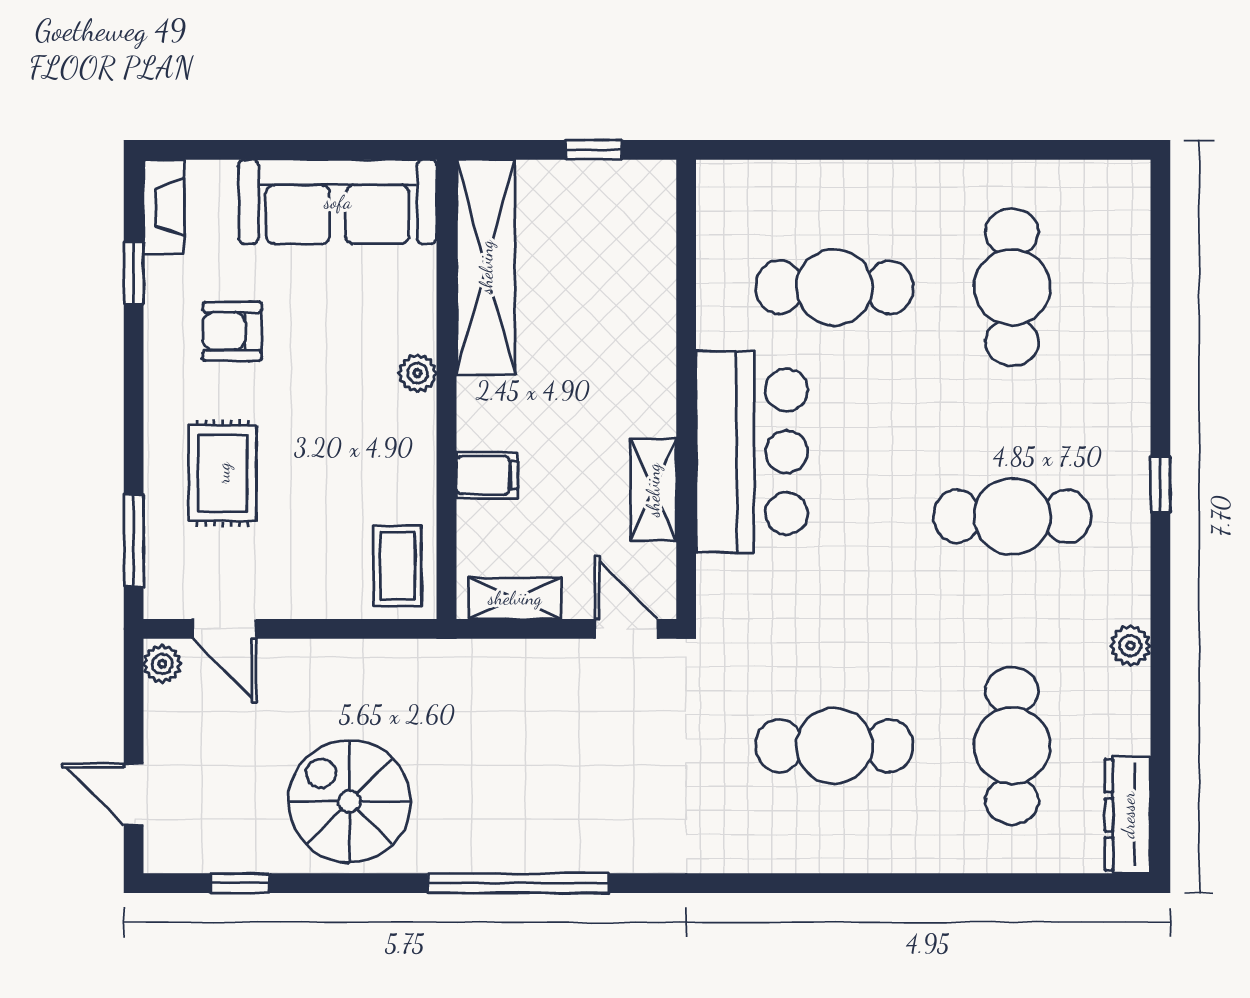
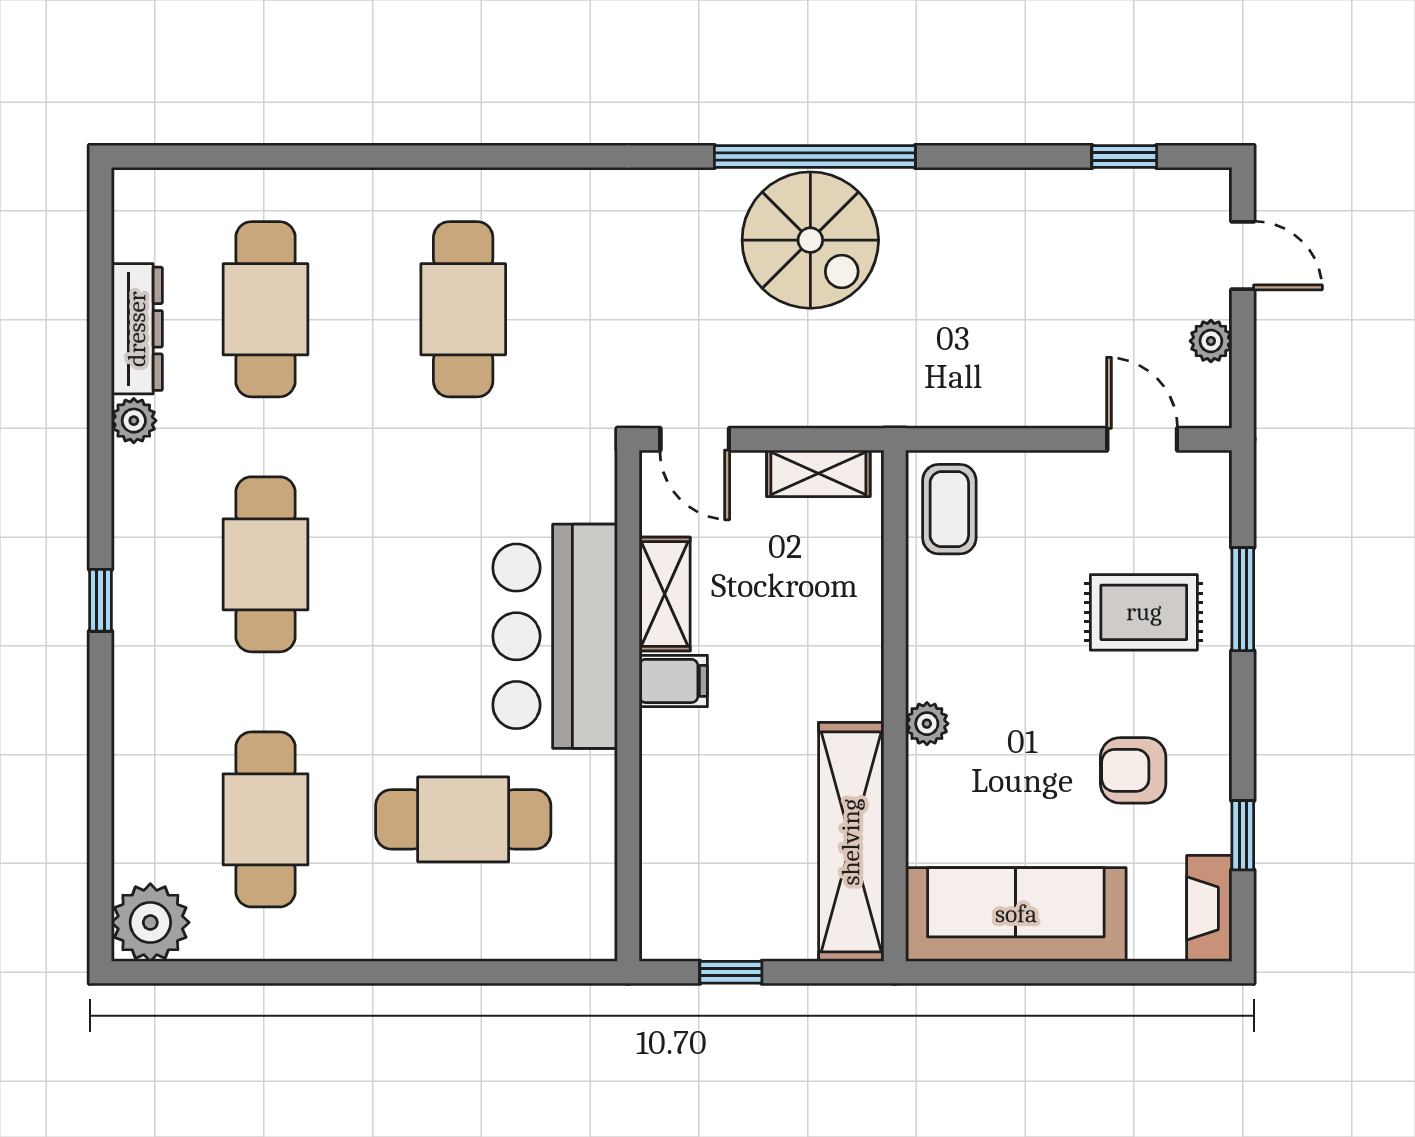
plant: (1116, 195) -> (150, 922), added
armchair: (232, 331) -> (1133, 770), turned 180
rug: (223, 473) -> (1144, 612), turned 90
filing cabinet: (487, 475) -> (673, 681), moved, turned 180
cafe table: (1012, 516) -> (266, 564), turned 90
window: (134, 540) -> (1243, 599), moved
plant: (162, 664) -> (1211, 341), moved
cafe table: (834, 746) -> (463, 309), turned 90
spiral stairs: (349, 801) -> (810, 240), moved
dresser: (1128, 815) -> (137, 329), moved

